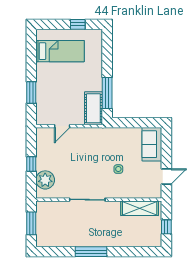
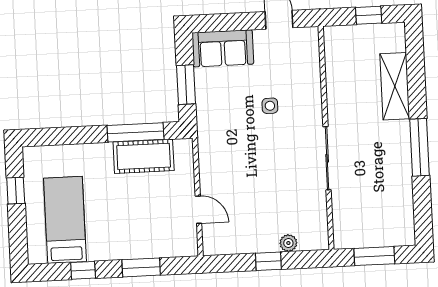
window: (31, 60) -> (83, 270), added
cot: (93, 108) -> (144, 156), moved
window: (132, 123) -> (186, 85), added
plant: (45, 180) -> (288, 243), width x0.53, depth x0.53
shelving: (140, 208) -> (395, 86), moved

